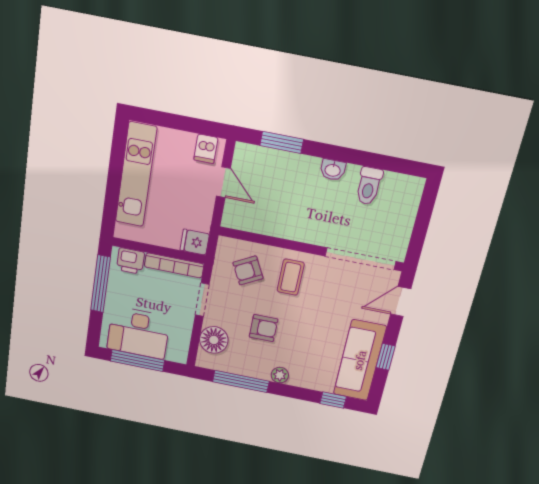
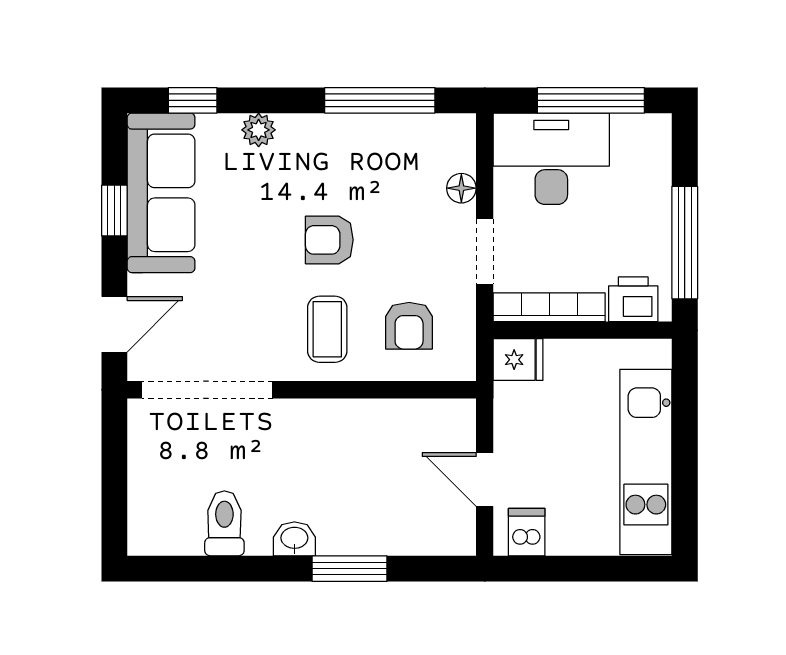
window: (282, 142) -> (349, 569), moved
armchair: (248, 270) -> (409, 326), turned 118
armchair: (264, 328) -> (329, 240), moved
desk: (138, 333) -> (551, 159), moved
floor lamp: (214, 340) -> (461, 188), width x0.53, depth x0.53
plant: (280, 375) -> (259, 130), moved

